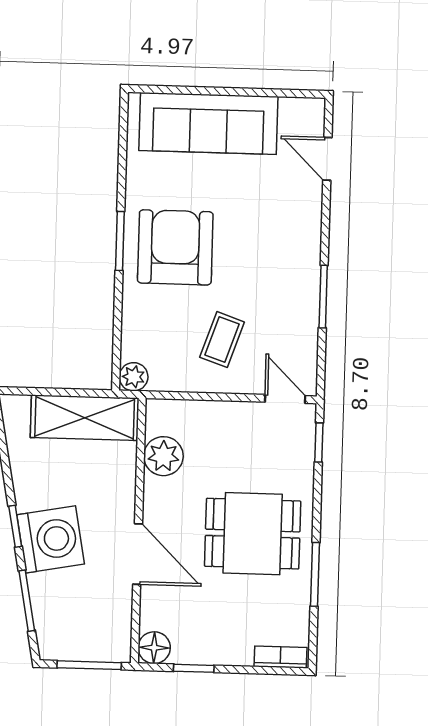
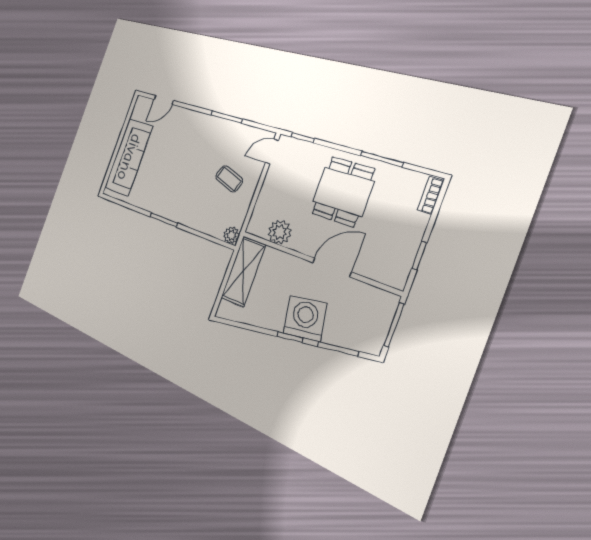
armchair: (175, 247) -> (176, 191), removed
floor lamp: (154, 648) -> (396, 277), removed

